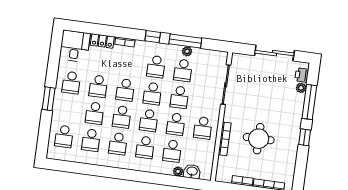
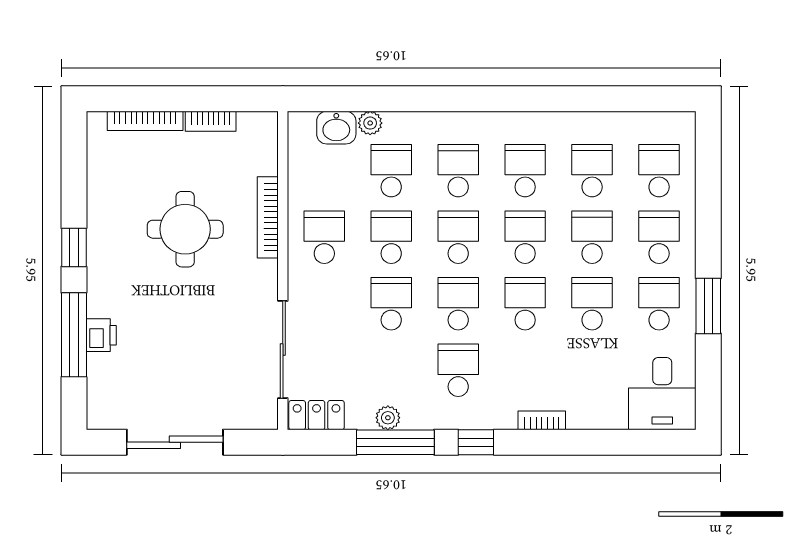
locker: (102, 41) -> (317, 415), moved
school desk: (183, 70) -> (659, 237), moved
printer: (302, 75) -> (101, 335), moved
plant: (301, 88) -> (99, 367), removed
window: (49, 99) -> (708, 306), moved

